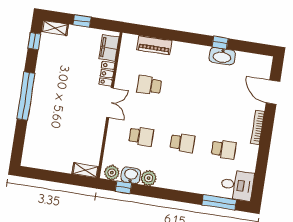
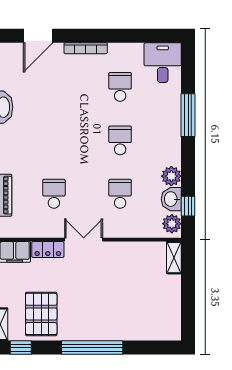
pallet: (58, 61) -> (41, 314), added
school desk: (149, 85) -> (54, 194), turned 180
window: (219, 202) -> (188, 115), moved

